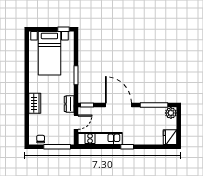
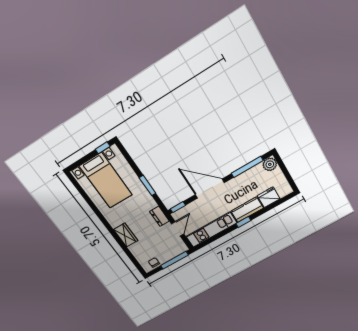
fridge: (170, 137) -> (269, 197), moved, turned 90
kitchen counter: (135, 138) -> (247, 210), added

